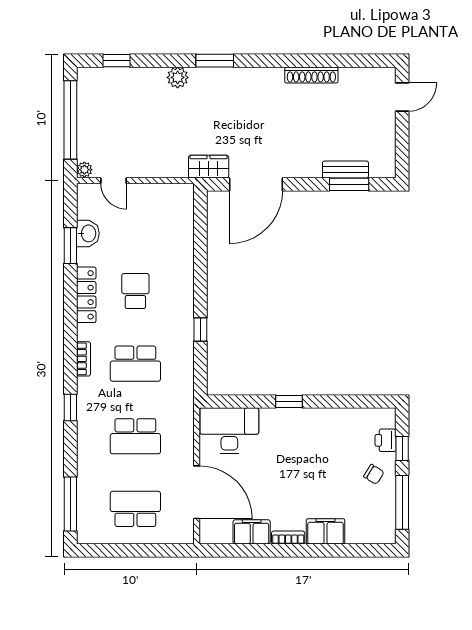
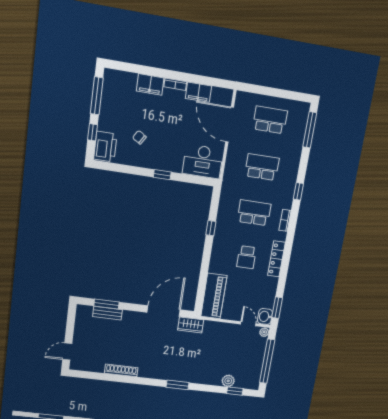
plant: (178, 77) -> (228, 381), moved
piano: (178, 220) -> (214, 296), added
washbasin: (88, 233) -> (265, 316), moved
window: (70, 246) -> (277, 308), moved
printer: (386, 440) -> (105, 147), width x1.87, depth x1.48
chair: (374, 474) -> (139, 137), moved
school desk: (135, 509) -> (270, 120), turned 180

